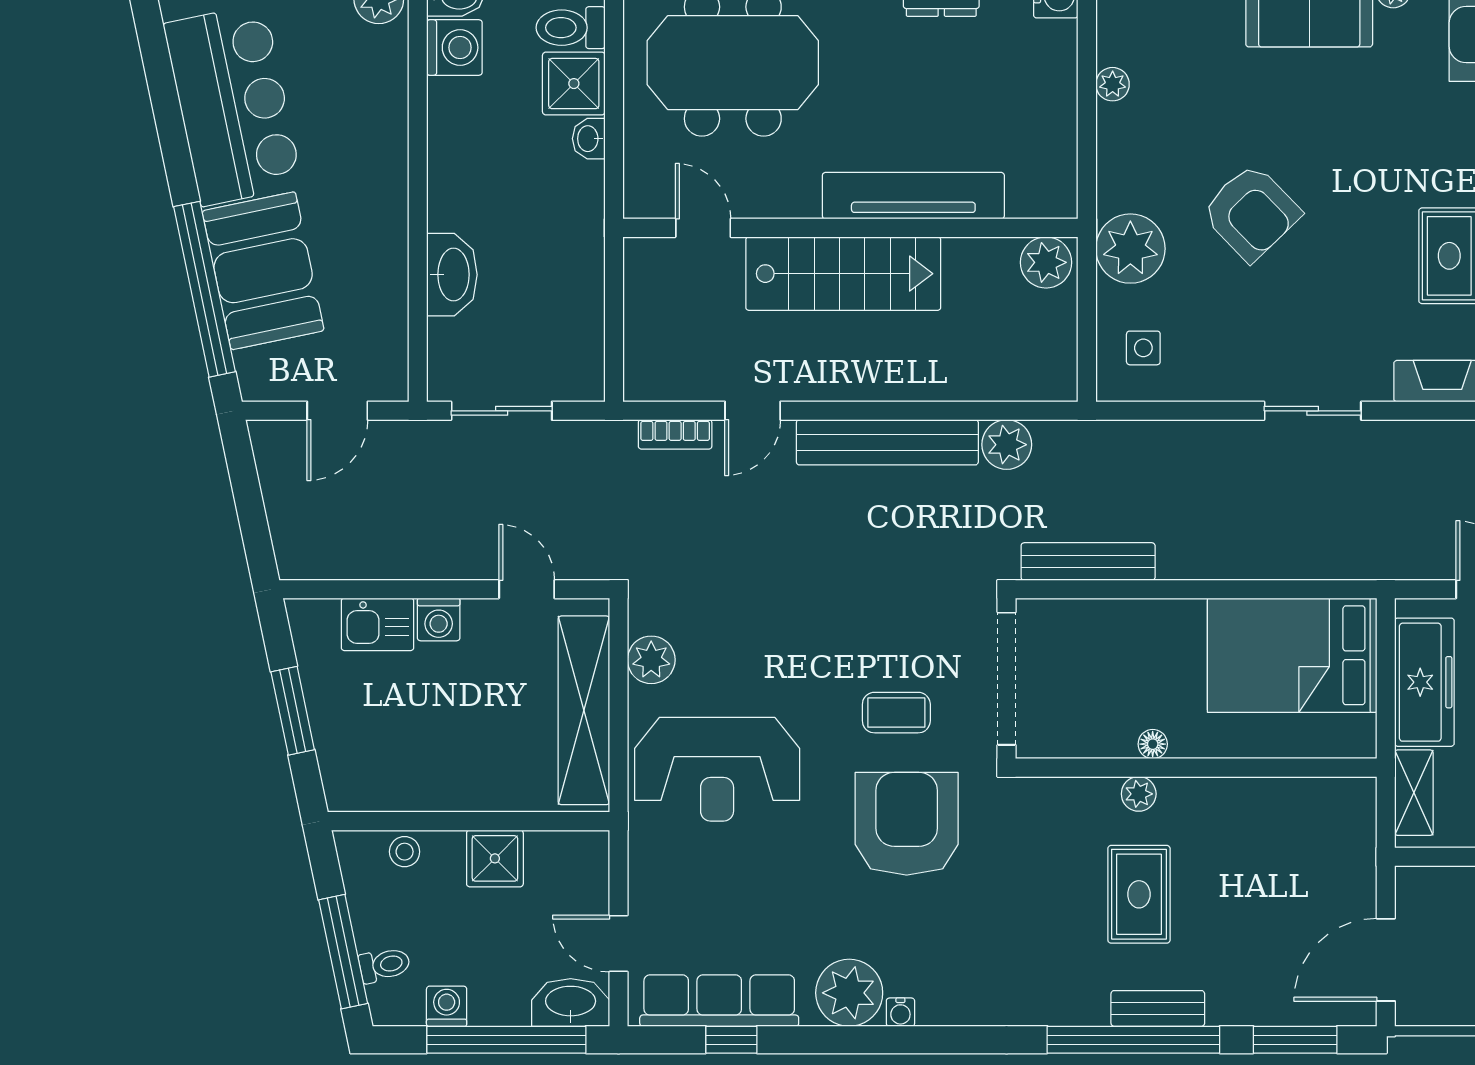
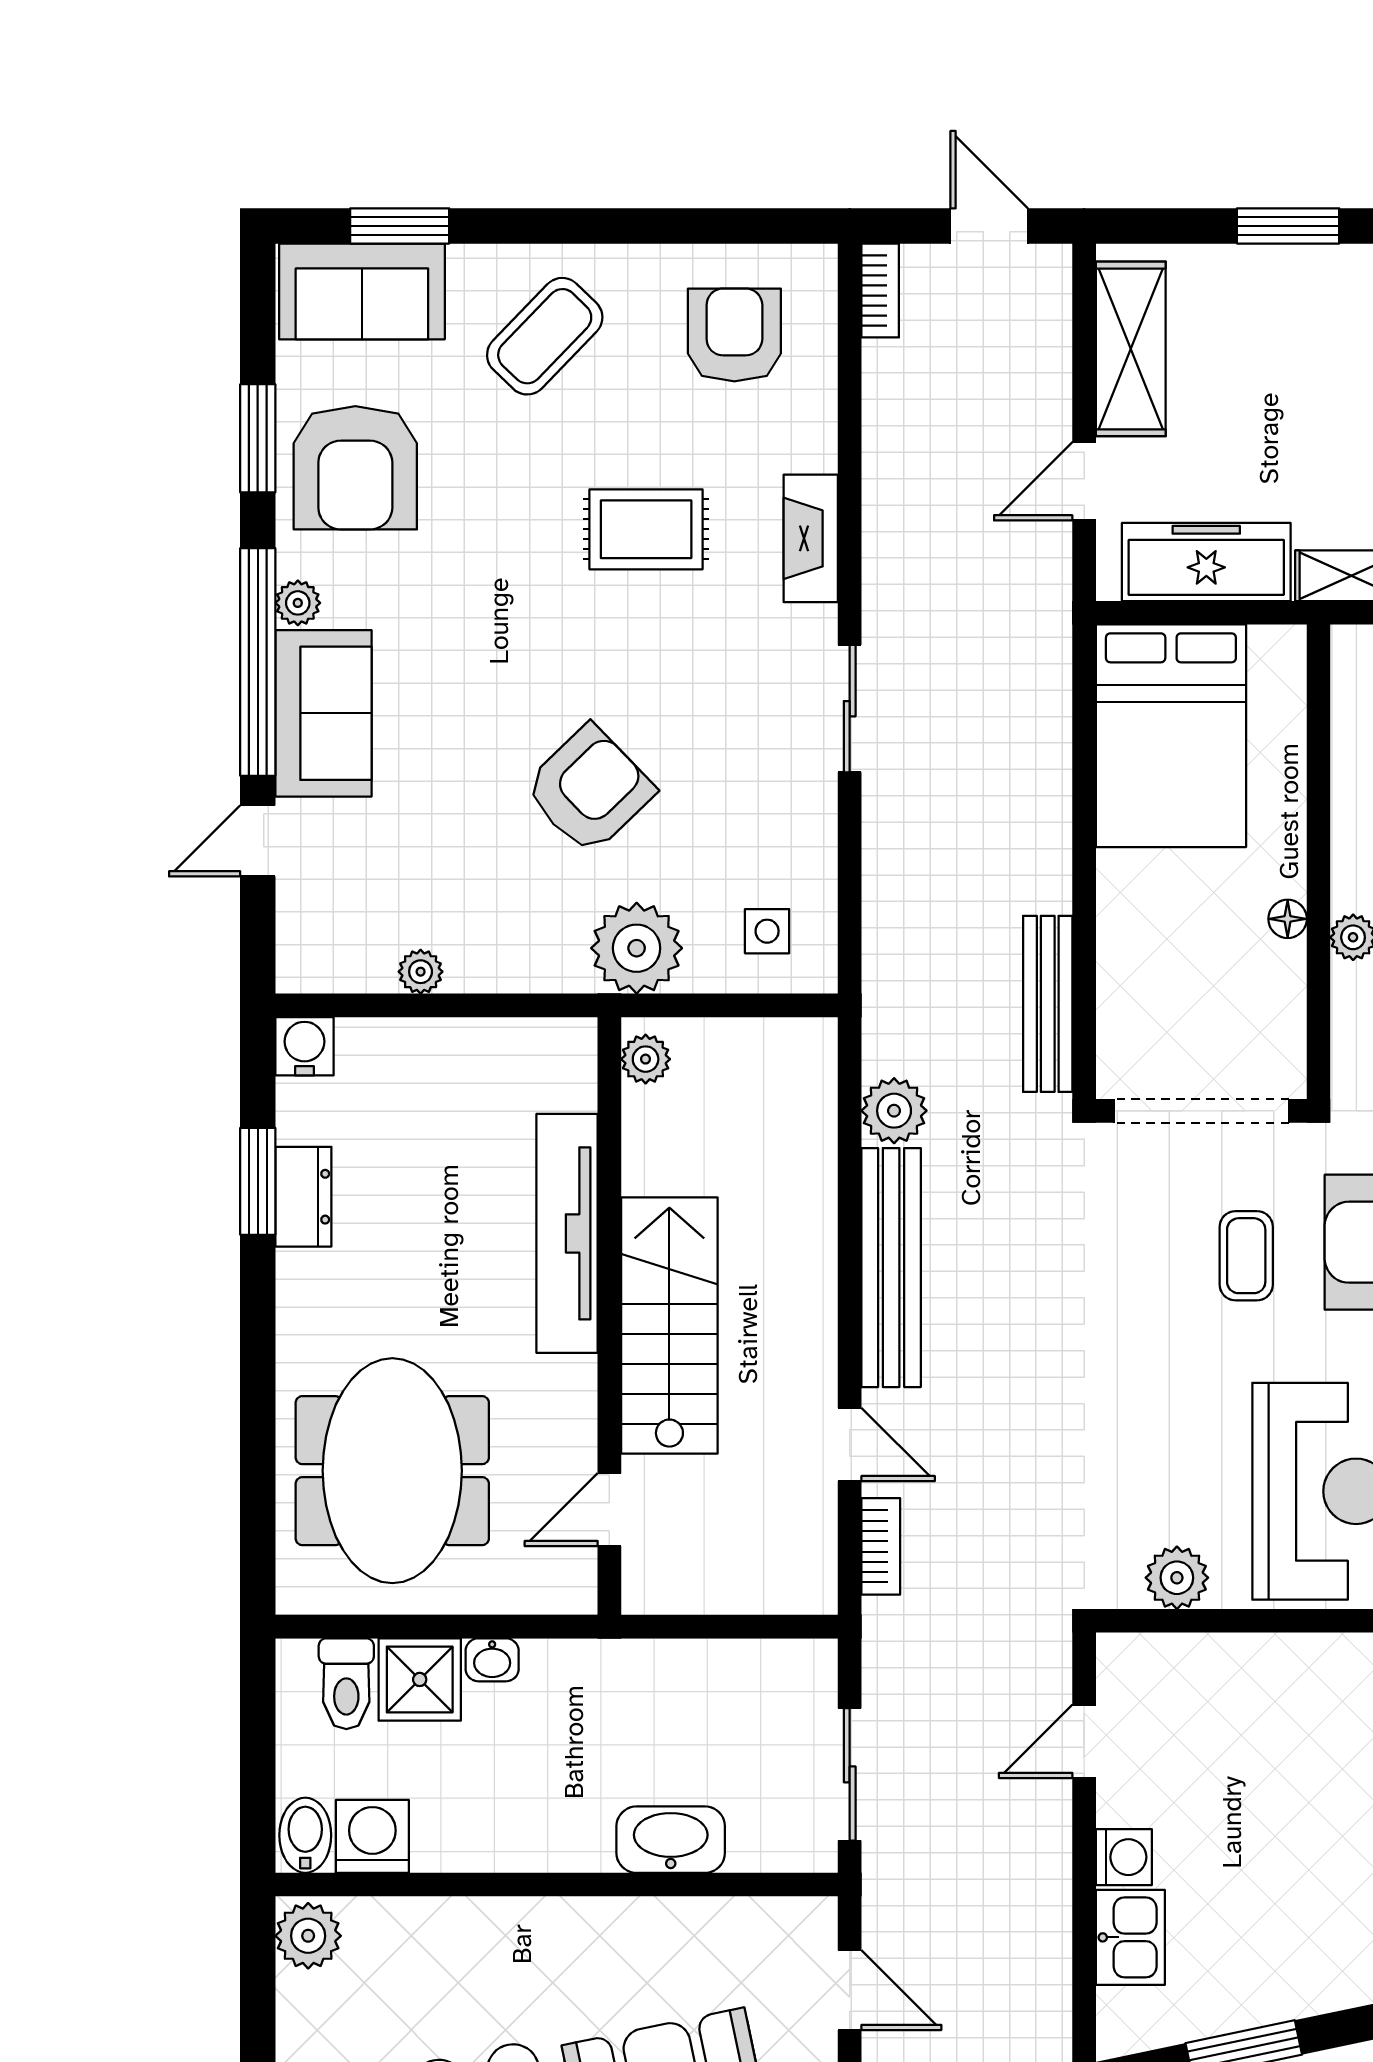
plant: (1046, 262) -> (646, 1059), width x0.73, depth x0.73
shelving: (584, 710) -> (1243, 1666), removed

